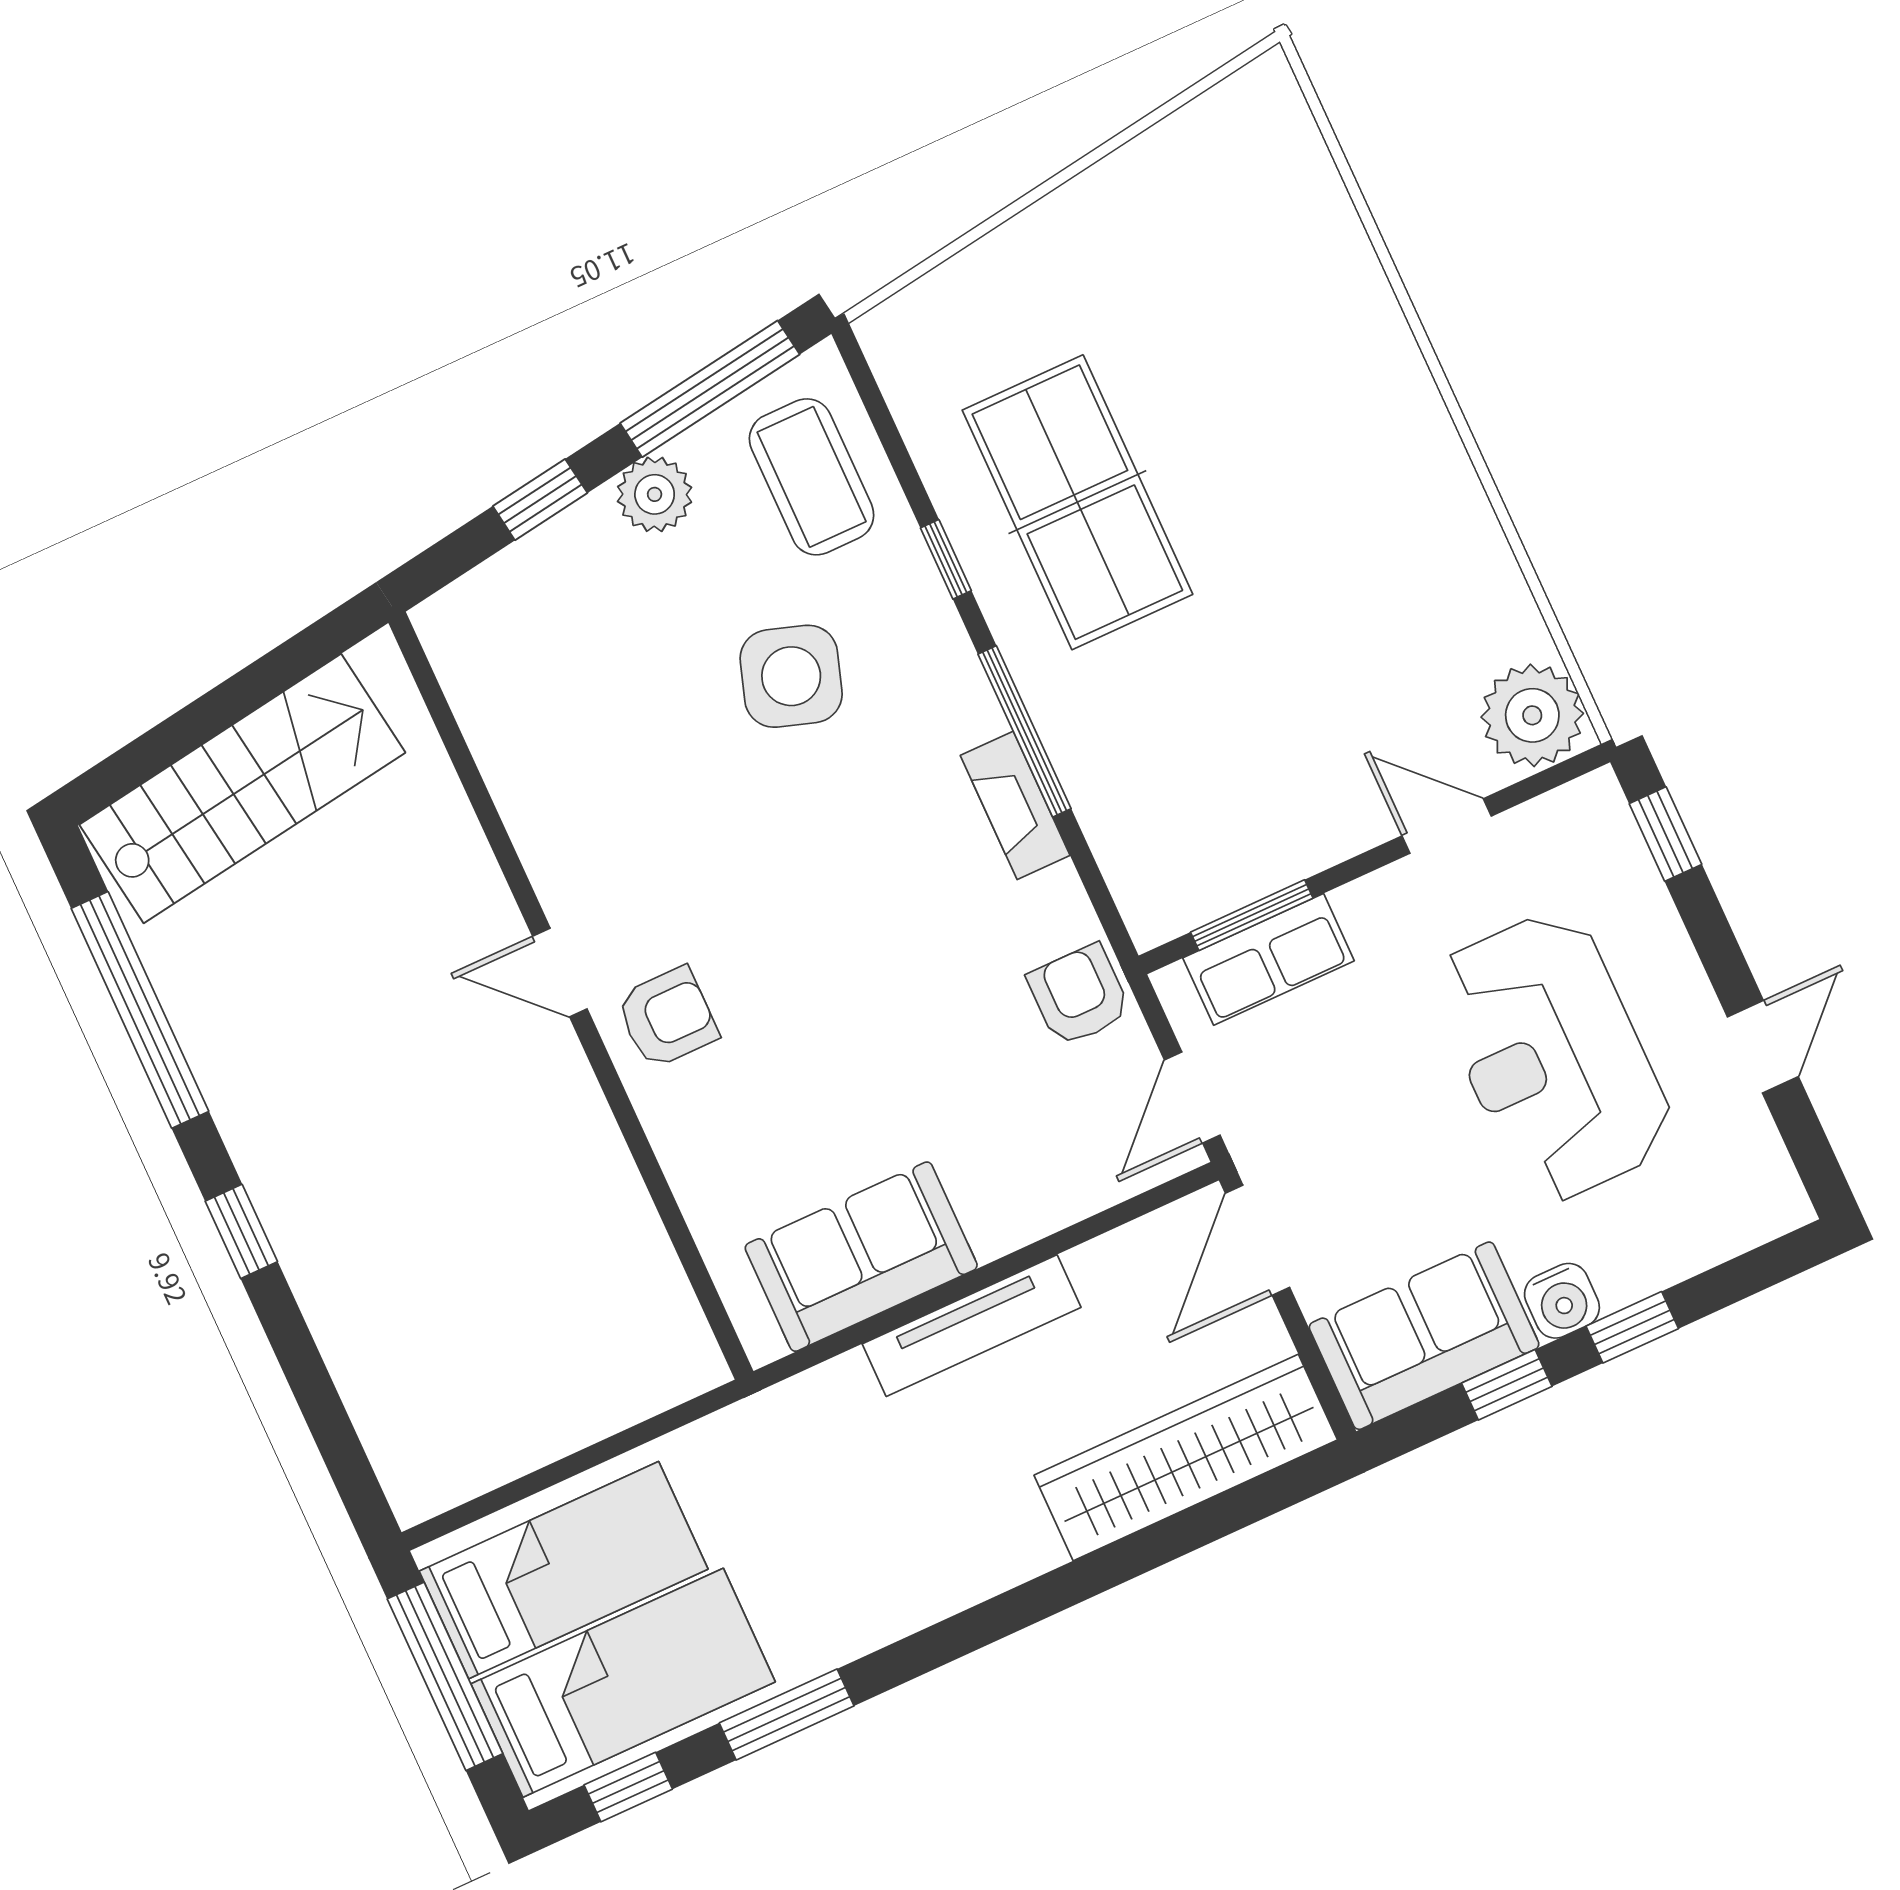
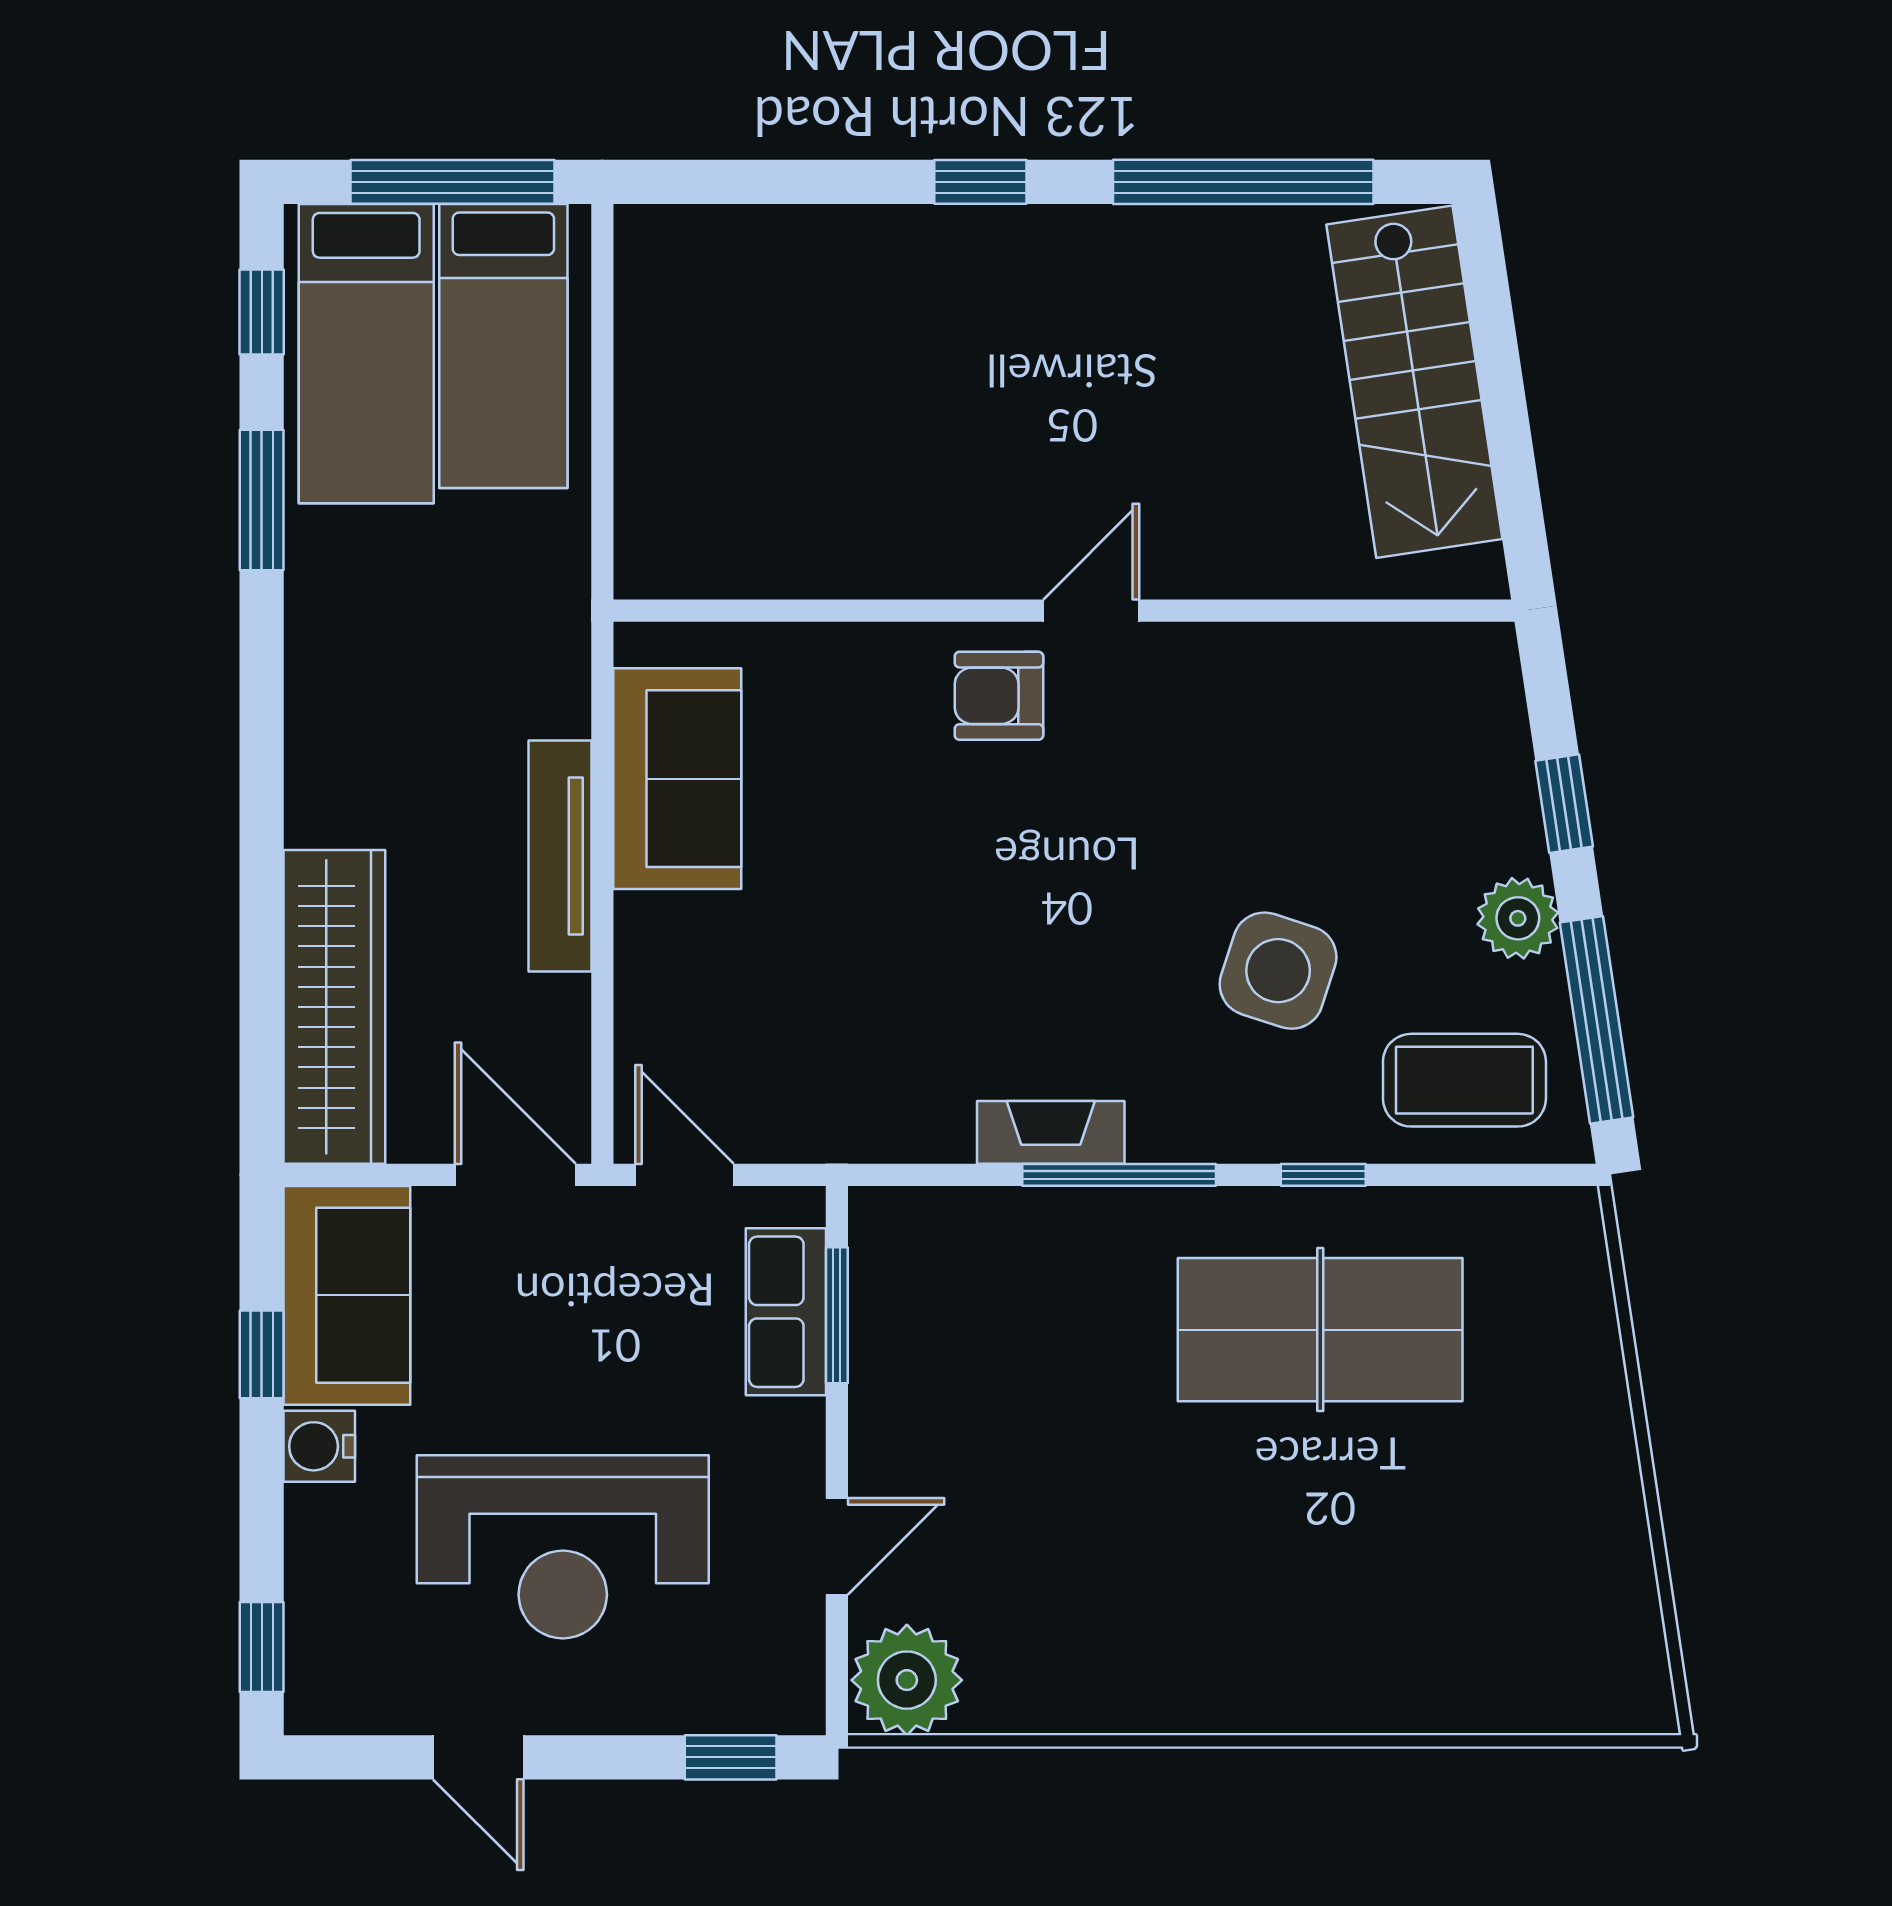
armchair: (1079, 995) -> (836, 1110), removed
armchair: (667, 1017) -> (999, 696), turned 90
reception desk: (1553, 1057) -> (563, 1547), turned 180
window: (1632, 1327) -> (262, 1647), moved

